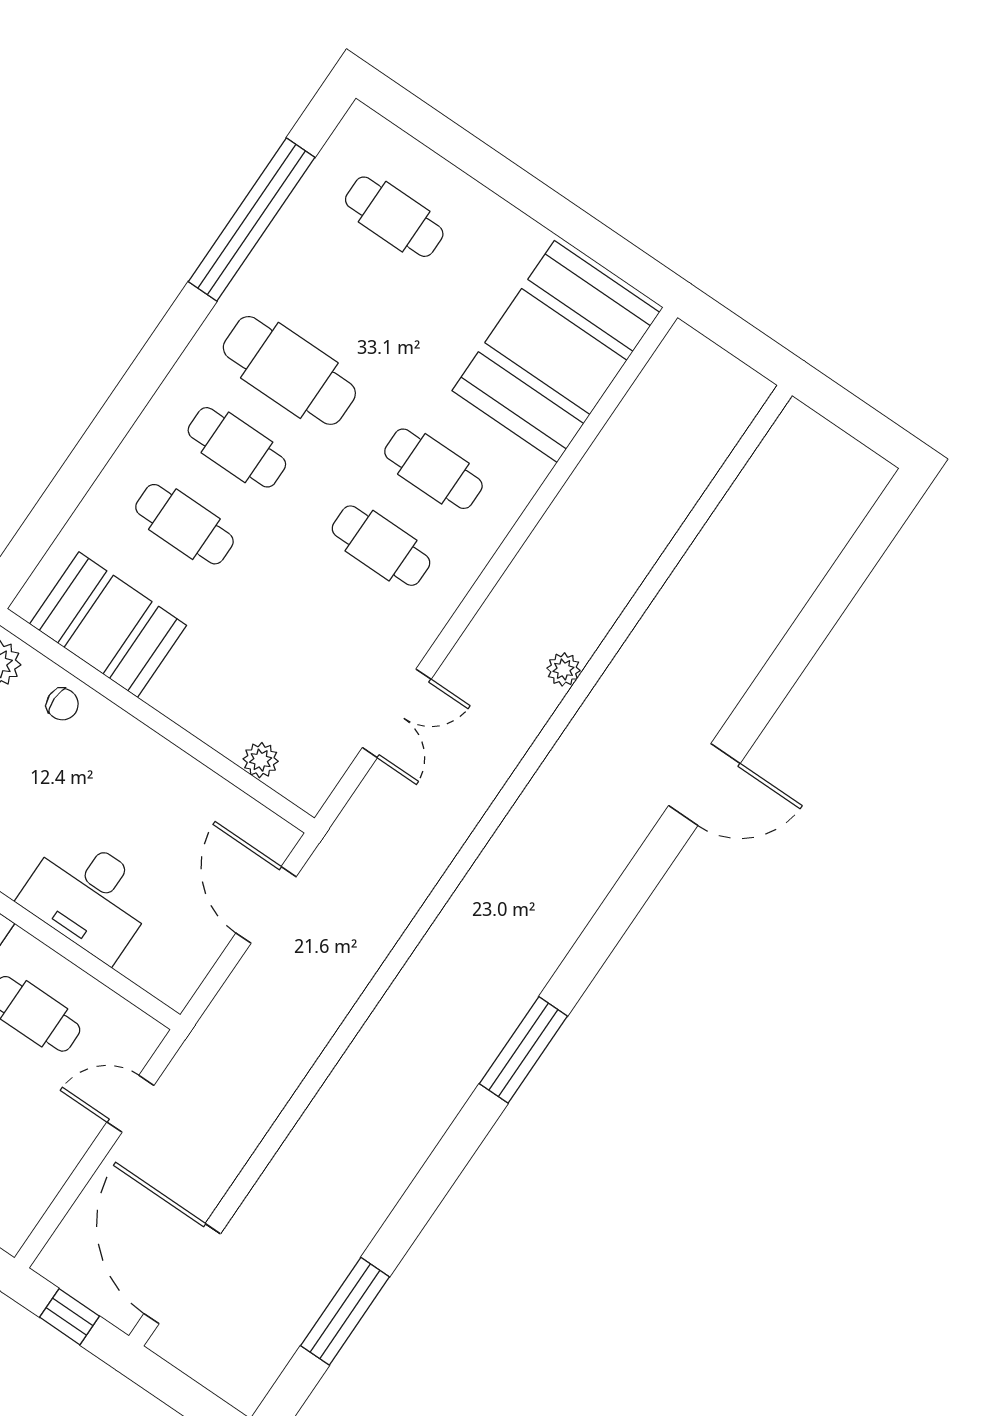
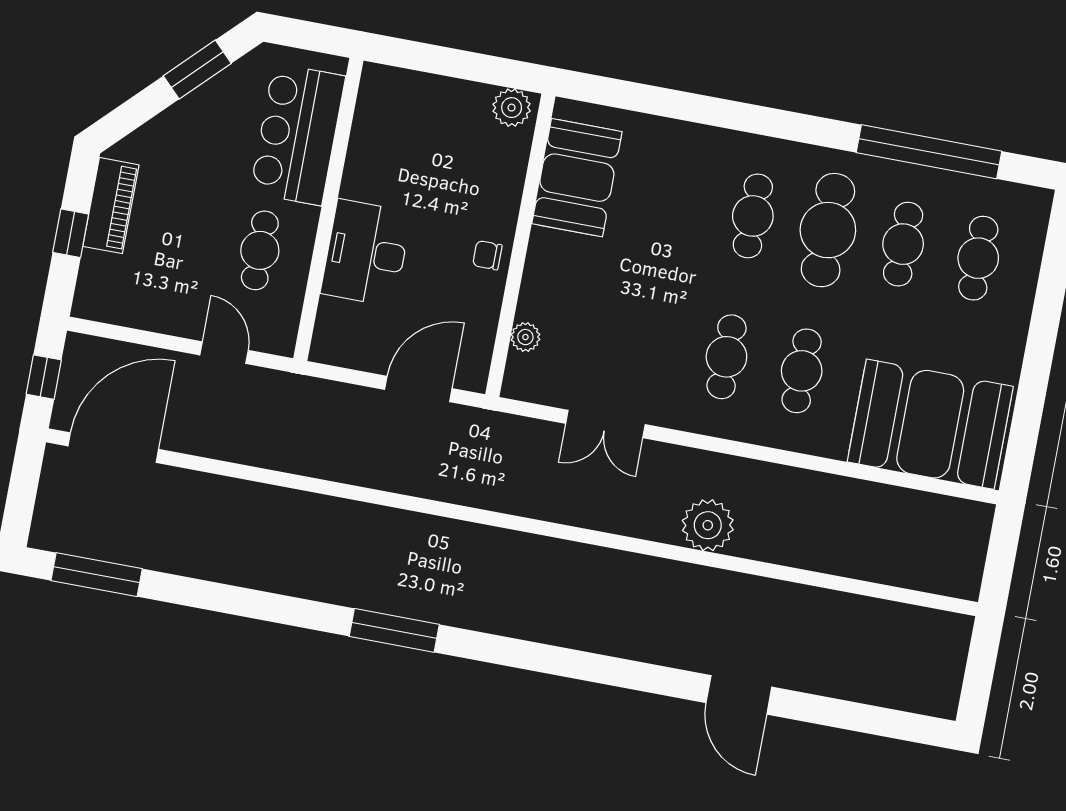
cafe table: (184, 524) -> (903, 244), moved
plant: (563, 669) -> (708, 525), width x1.88, depth x1.88
chair: (62, 704) -> (487, 255), moved, turned 90
door: (704, 785) -> (739, 695), moved
window: (345, 1311) -> (97, 575), moved

